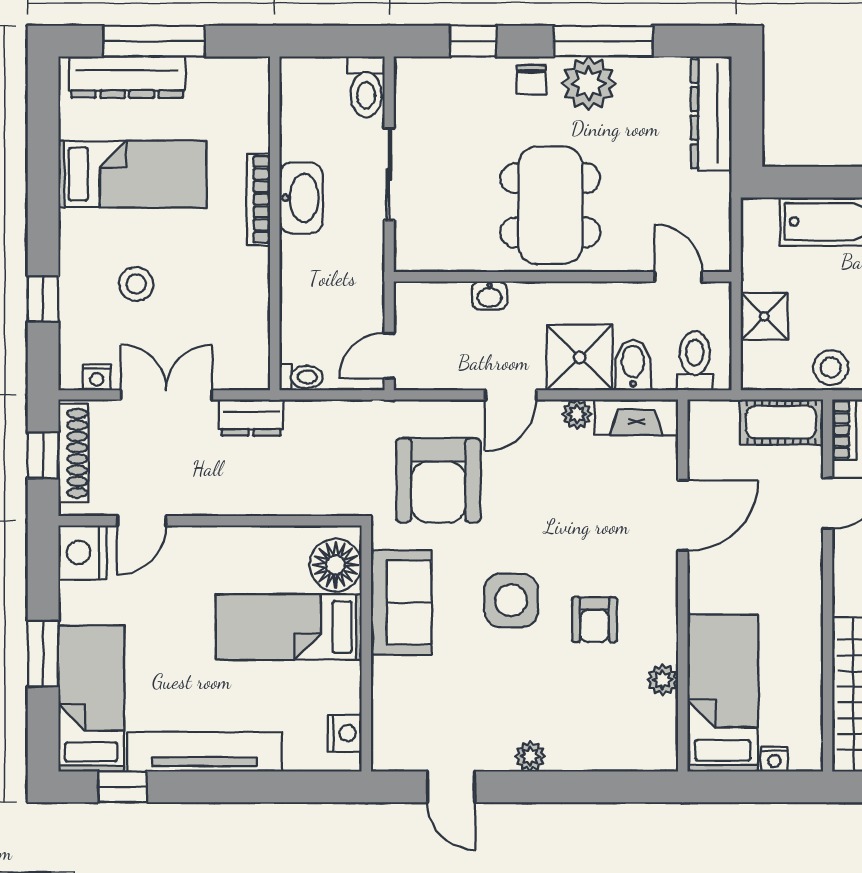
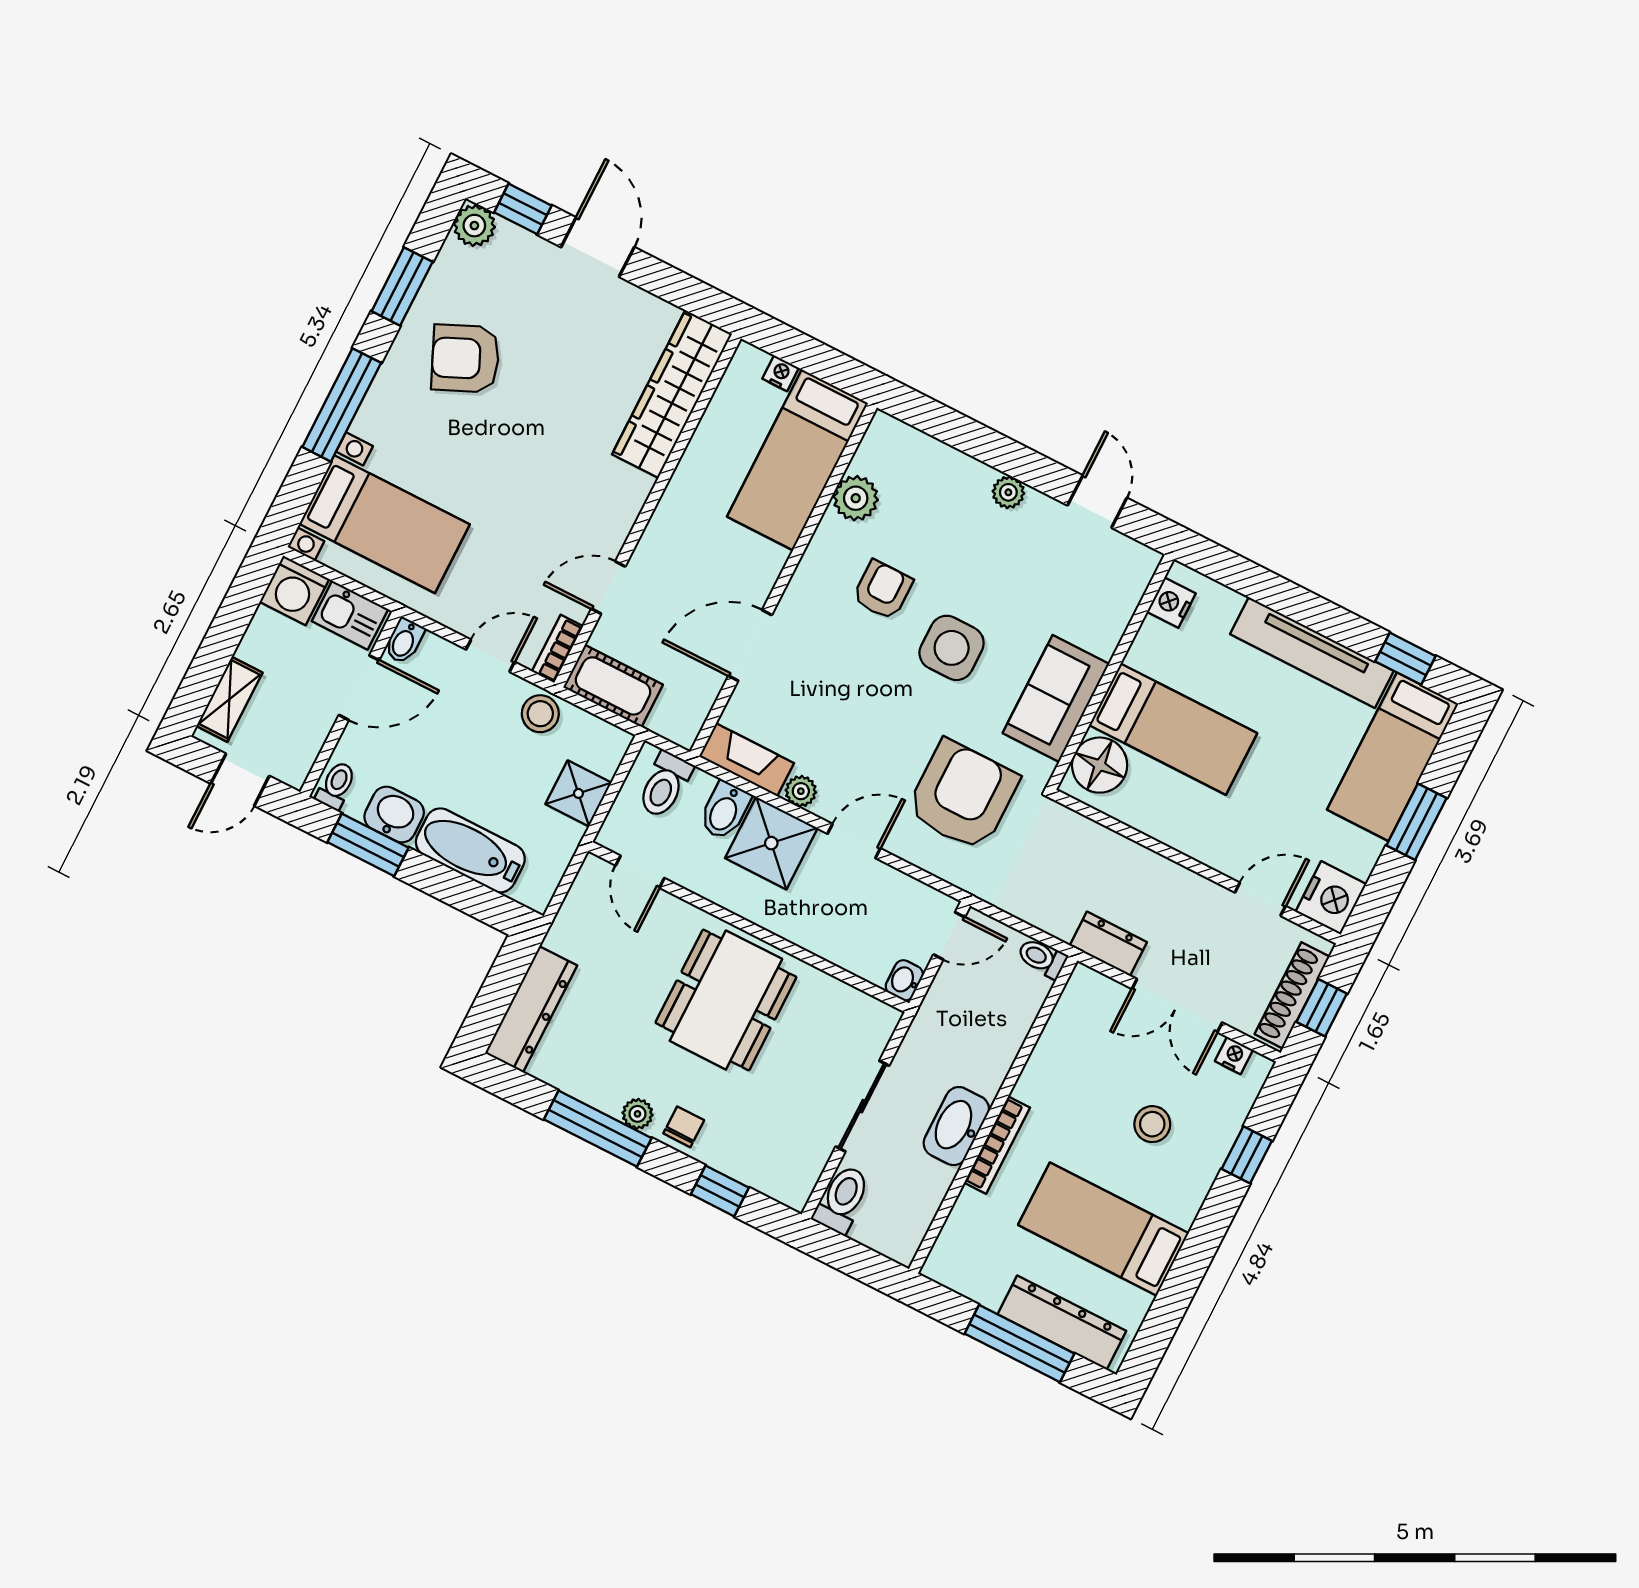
plant: (589, 83) -> (638, 1114), width x0.53, depth x0.53
washbasin: (490, 295) -> (904, 980), moved, turned -90
plant: (663, 680) -> (856, 498), width x1.38, depth x1.38

